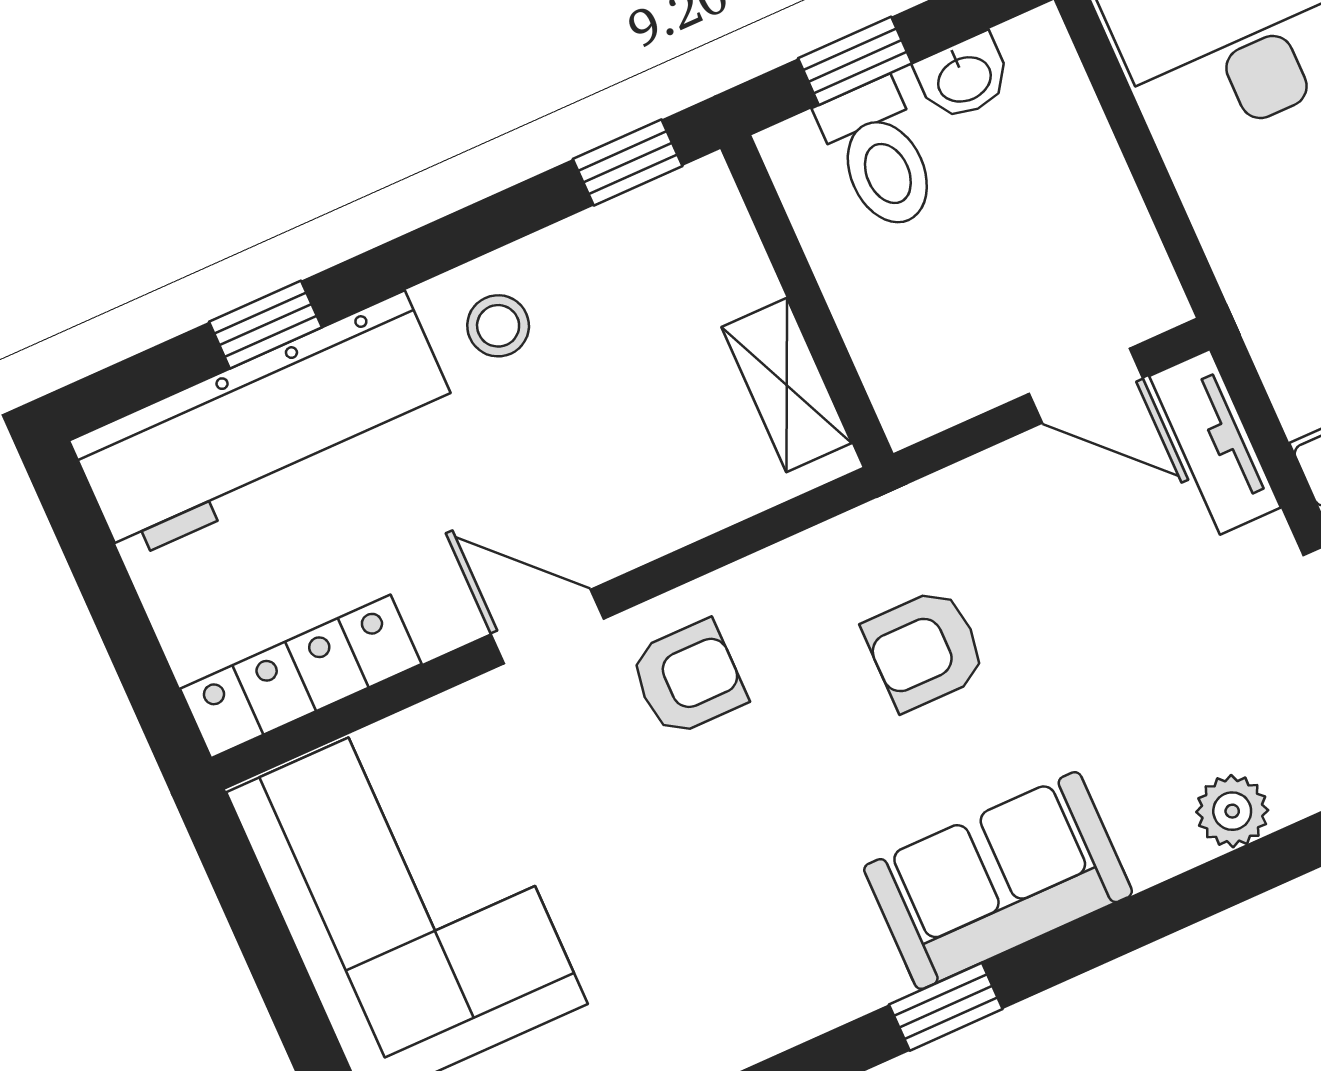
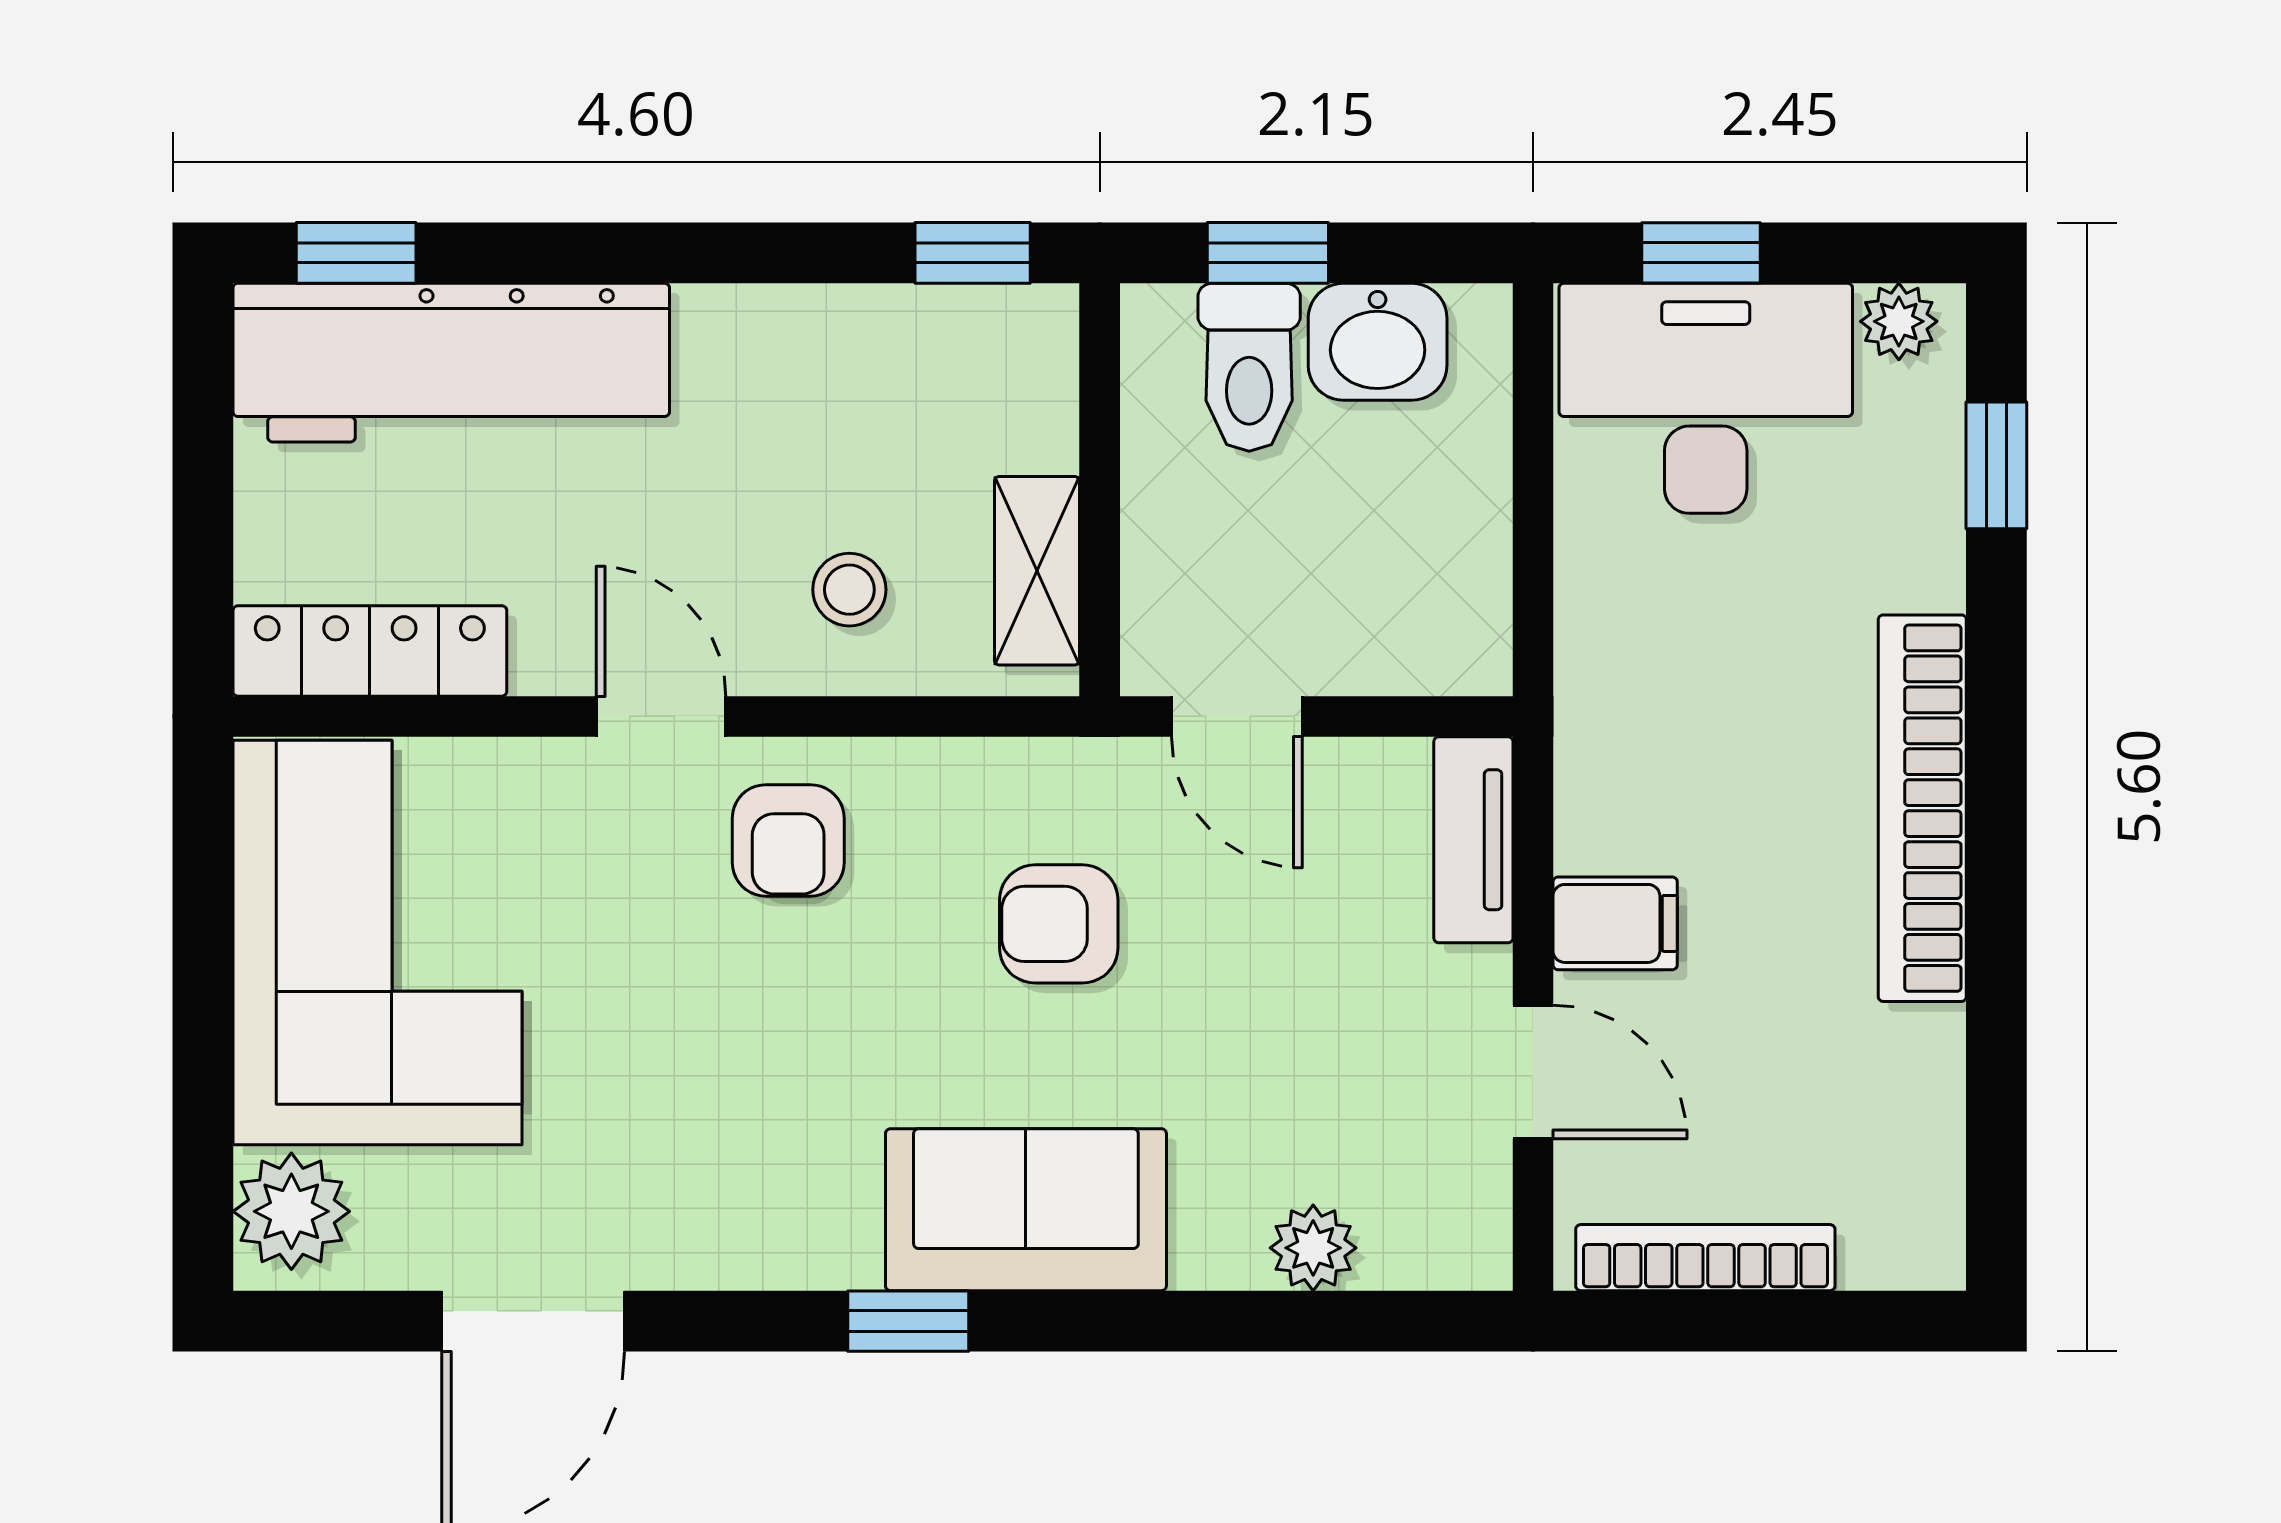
washbasin: (964, 78) -> (1378, 342), width x1.38, depth x1.45
window: (265, 325) -> (356, 253), moved
stool: (498, 326) -> (849, 590), moved
door: (1086, 386) -> (1237, 716), moved
armchair: (688, 678) -> (788, 840), turned 90

